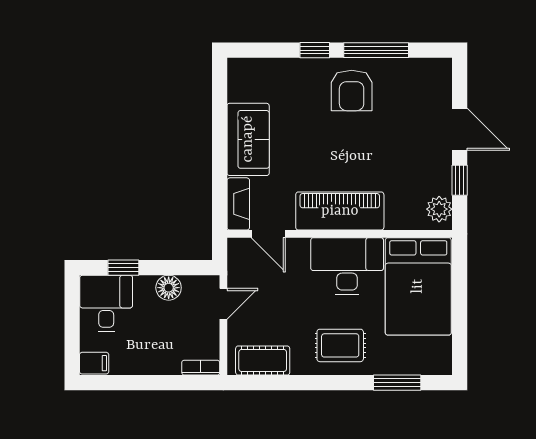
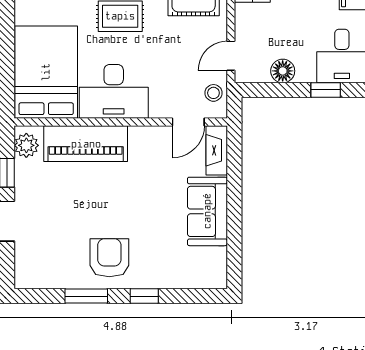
window: (376, 50) -> (86, 296), width x0.69
piano: (340, 211) -> (86, 144), moved
door: (268, 234) -> (188, 122), swing flipped
stool: (242, 265) -> (213, 93), added

